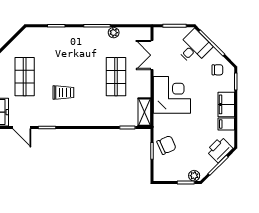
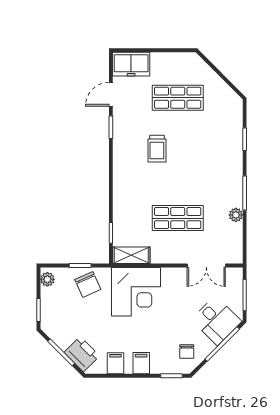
double door: (152, 55) -> (206, 265), swing flipped
corner desk: (172, 95) -> (136, 292), moved
filing cabinet: (226, 104) -> (141, 363), width x0.50
plant: (194, 176) -> (47, 279), moved

